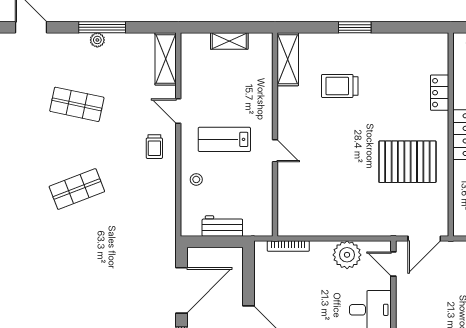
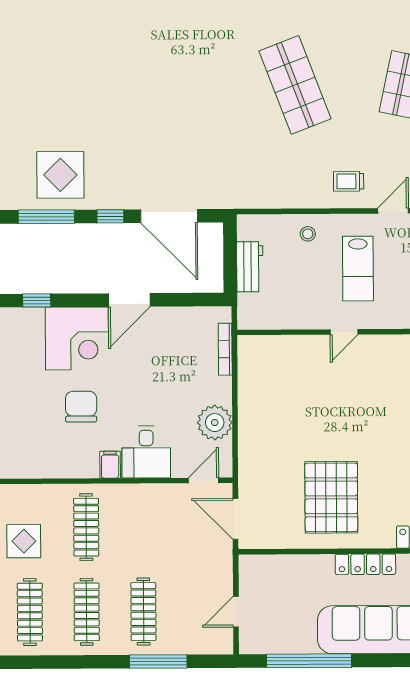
lab bench: (224, 139) -> (358, 269), turned 180
shop shelf: (77, 189) -> (295, 85), width x1.43, depth x1.36

